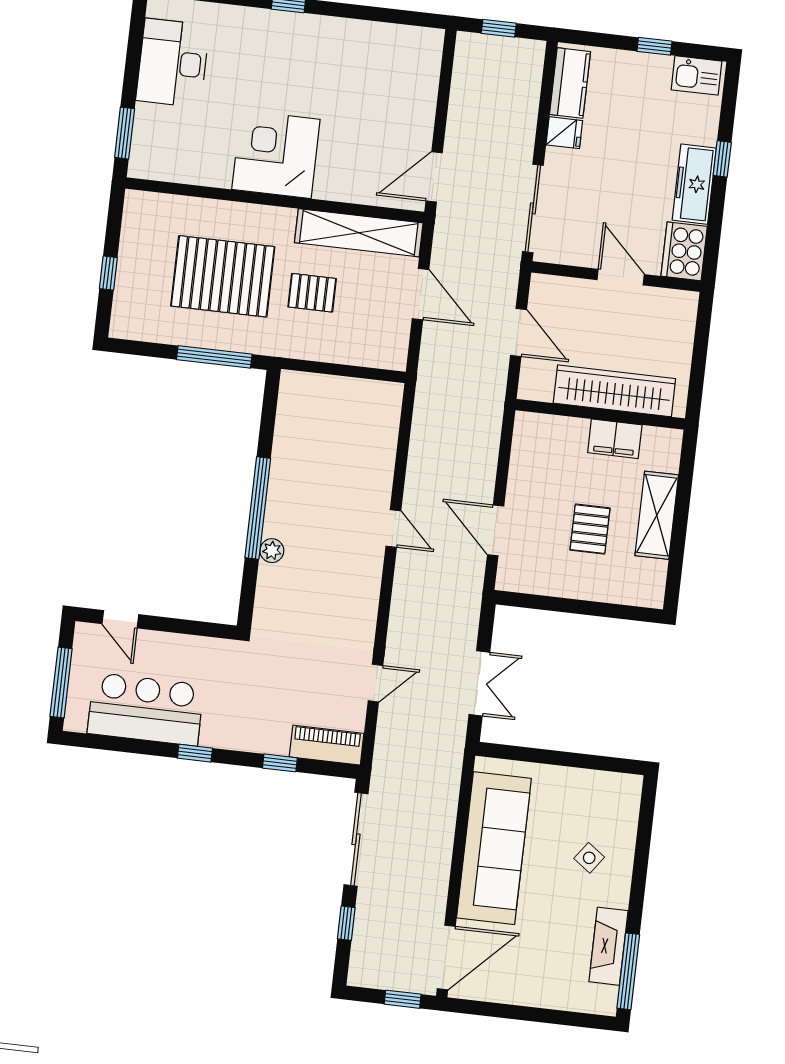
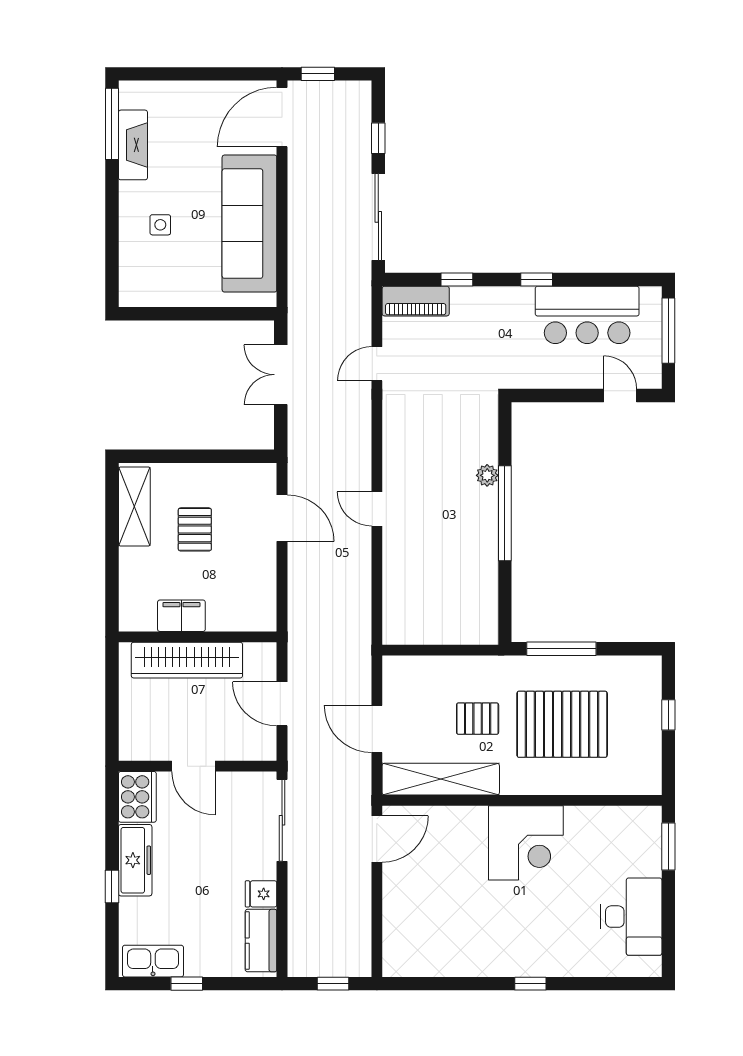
kitchen sink: (696, 75) -> (153, 961), width x1.38
shelving: (657, 515) -> (134, 507), moved
side table: (589, 858) -> (160, 225), turned -36

